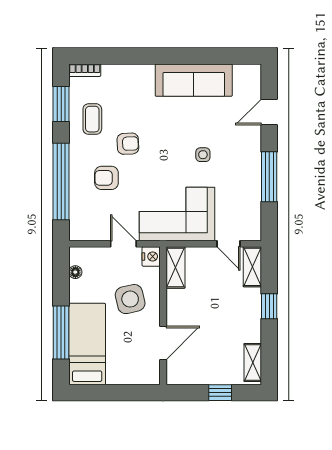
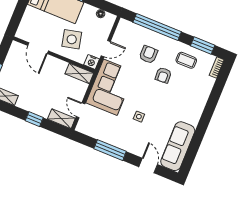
sofa: (194, 80) -> (178, 146), moved
door: (229, 244) -> (81, 110), hinge flipped

